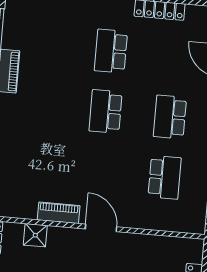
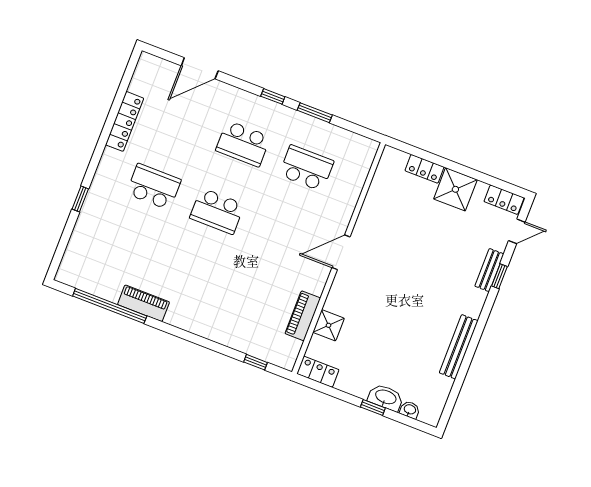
school desk: (111, 51) -> (154, 187), turned 180
piano: (59, 213) -> (303, 316), moved

